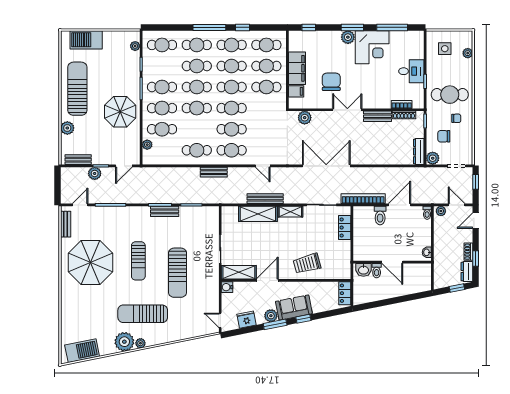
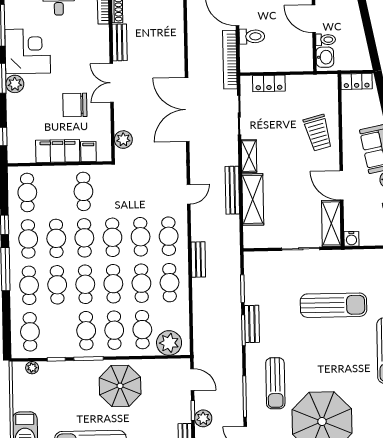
cafe table: (266, 66) -> (141, 283), moved
plant: (147, 145) -> (169, 343), width x1.87, depth x1.87
sun lounger: (138, 261) -> (275, 383), moved, turned 90
door: (392, 262) -> (314, 19), swing flipped

